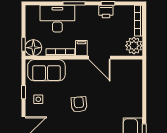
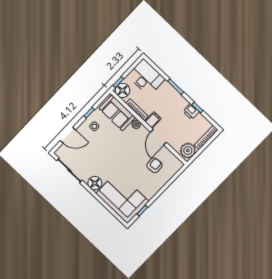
desk: (57, 19) -> (146, 77), moved
plant: (71, 65) -> (136, 124), added
armchair: (79, 104) -> (154, 165), moved

